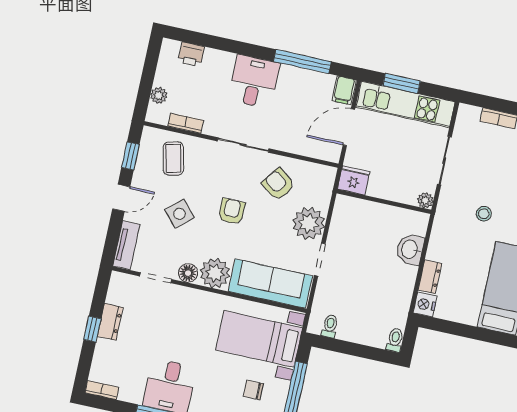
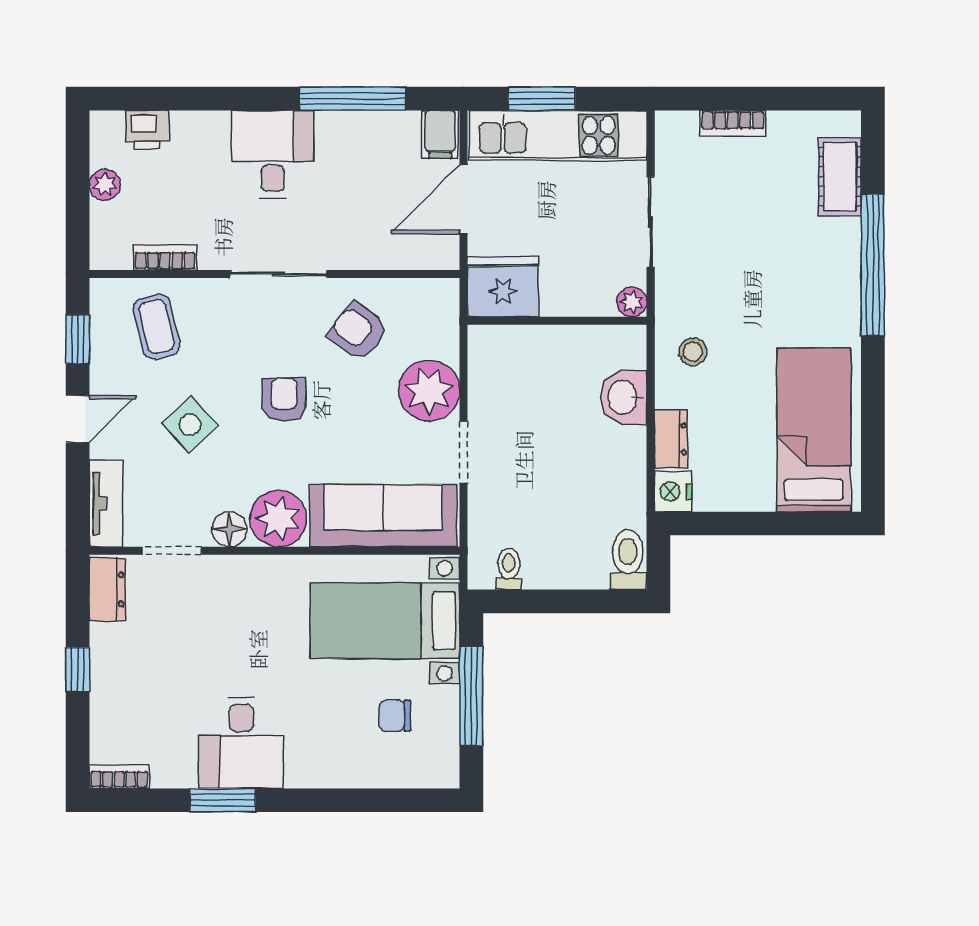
plant: (159, 95) -> (105, 185), moved
fridge: (354, 180) -> (503, 287), width x1.36, depth x1.34
stool: (484, 214) -> (693, 352), moved
dresser: (110, 322) -> (107, 589), moved
toilet: (395, 340) -> (628, 560), width x1.37, depth x1.39

